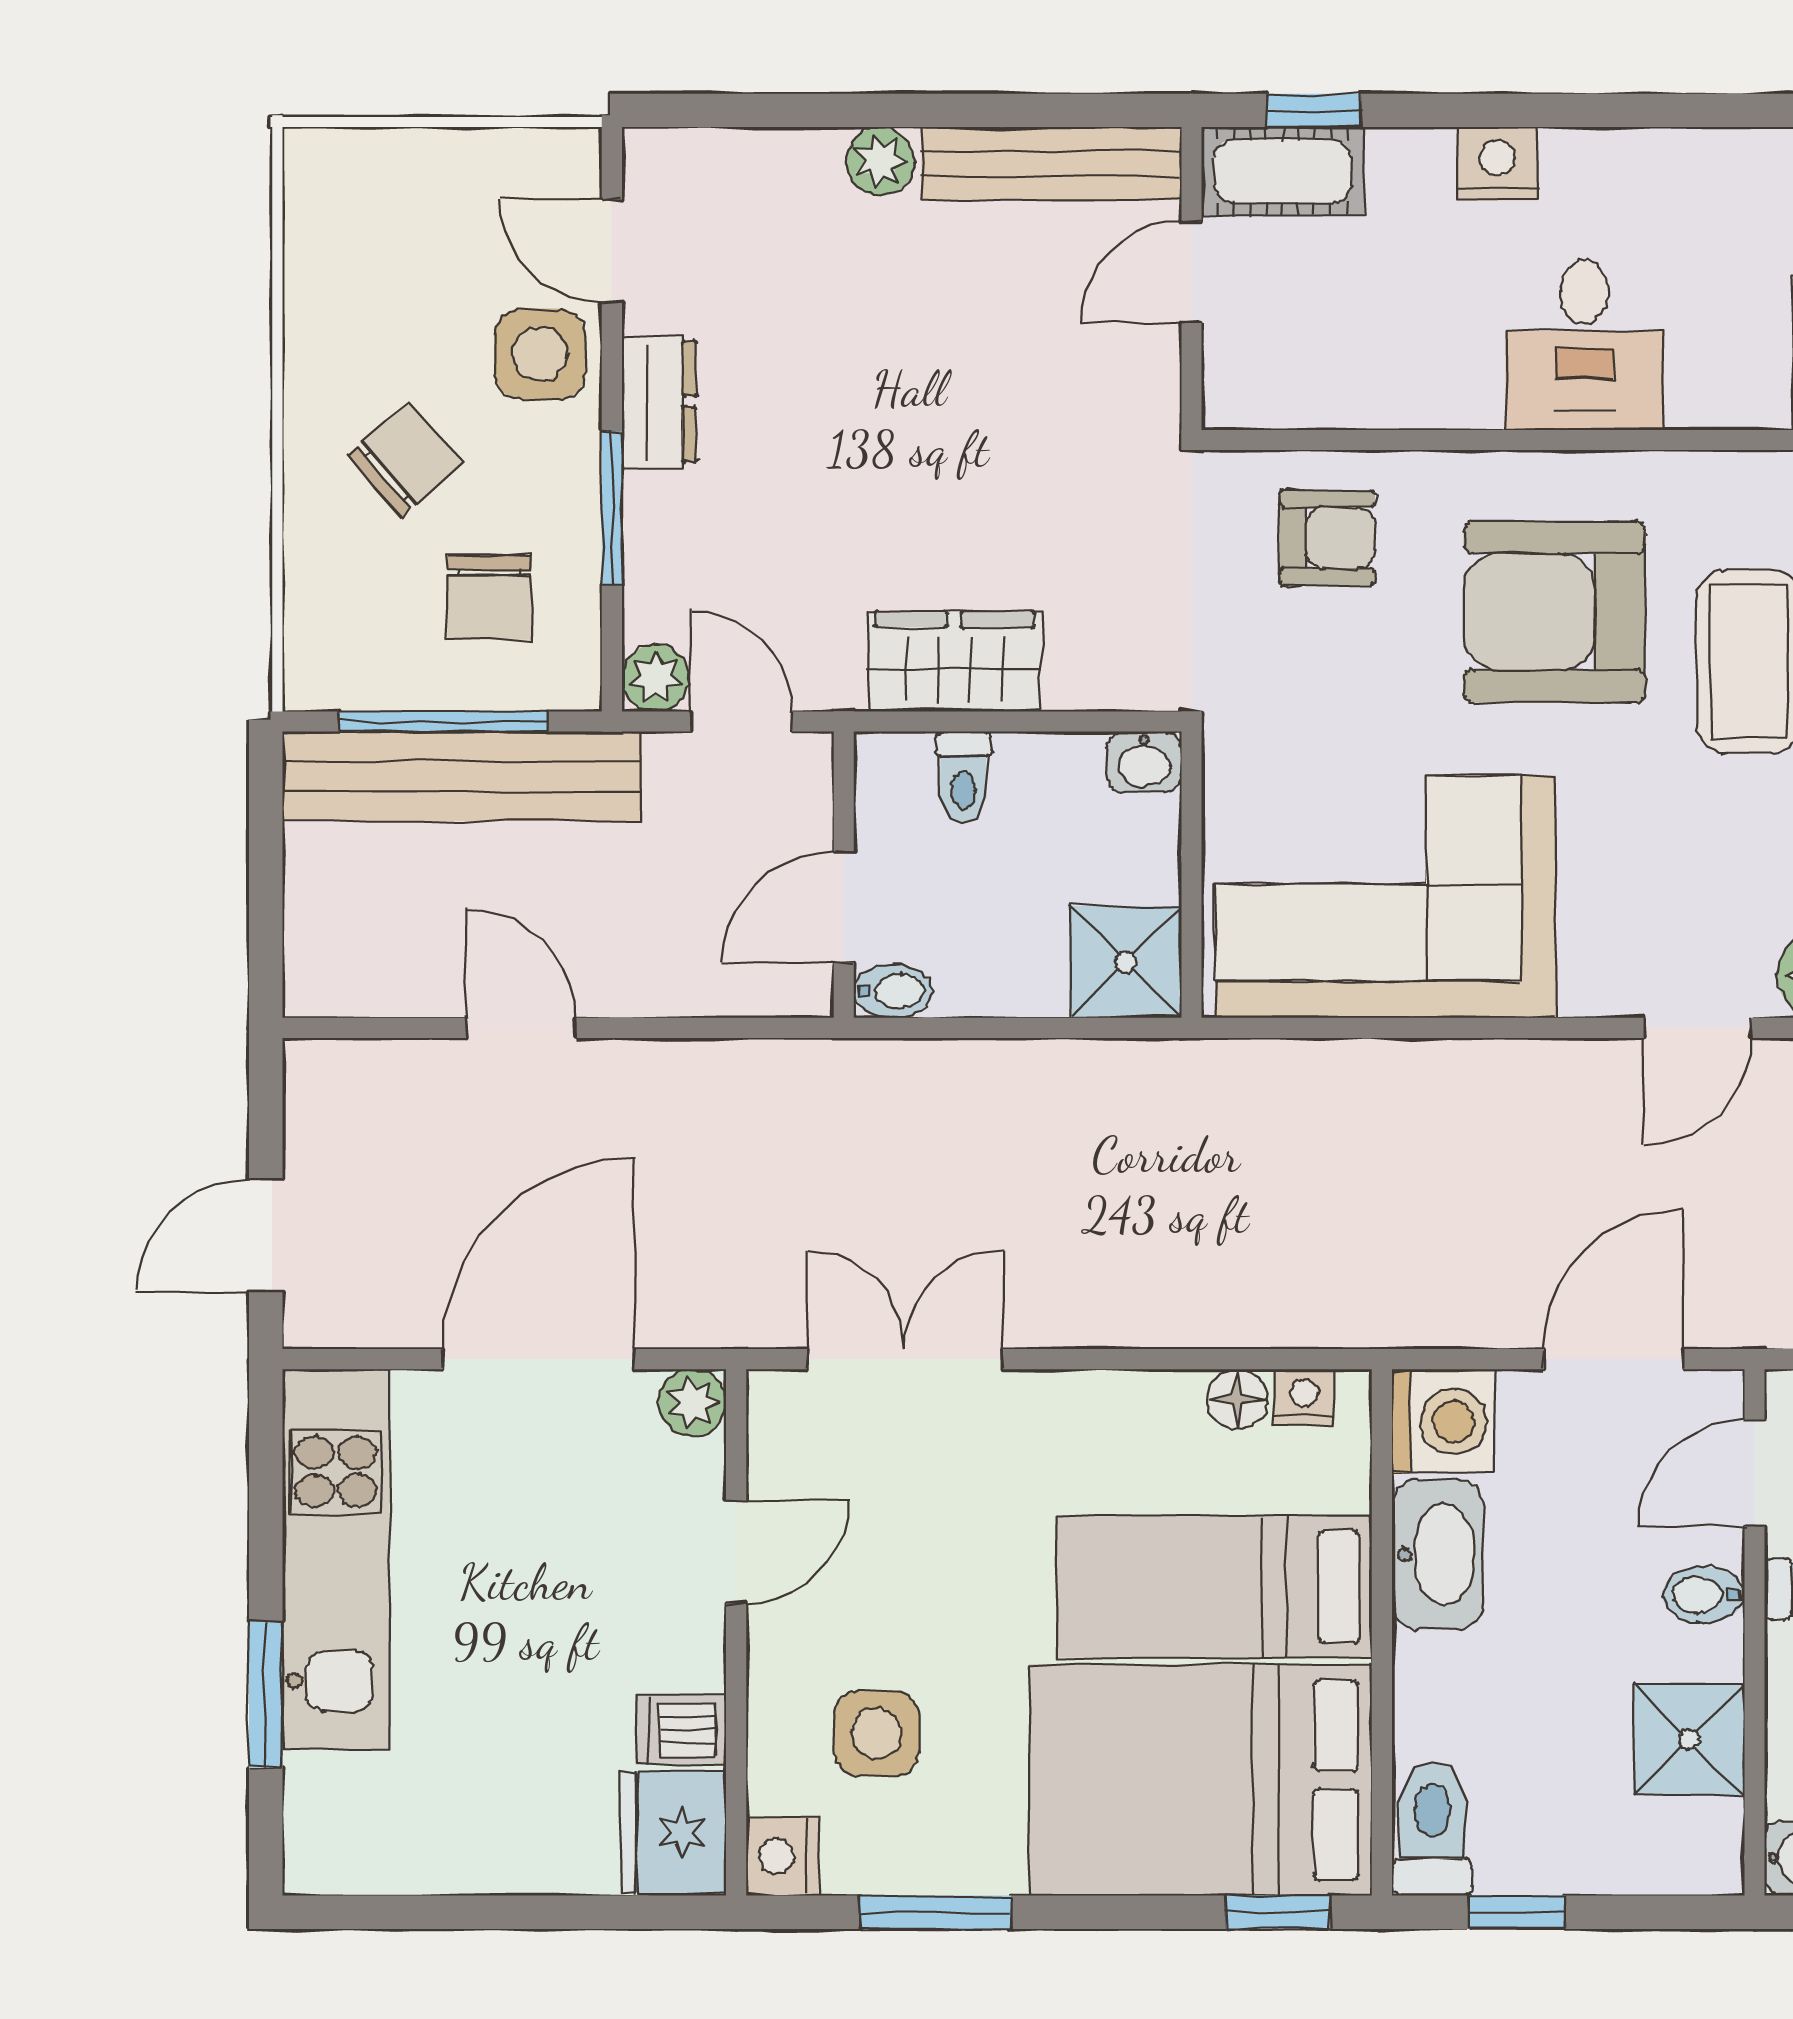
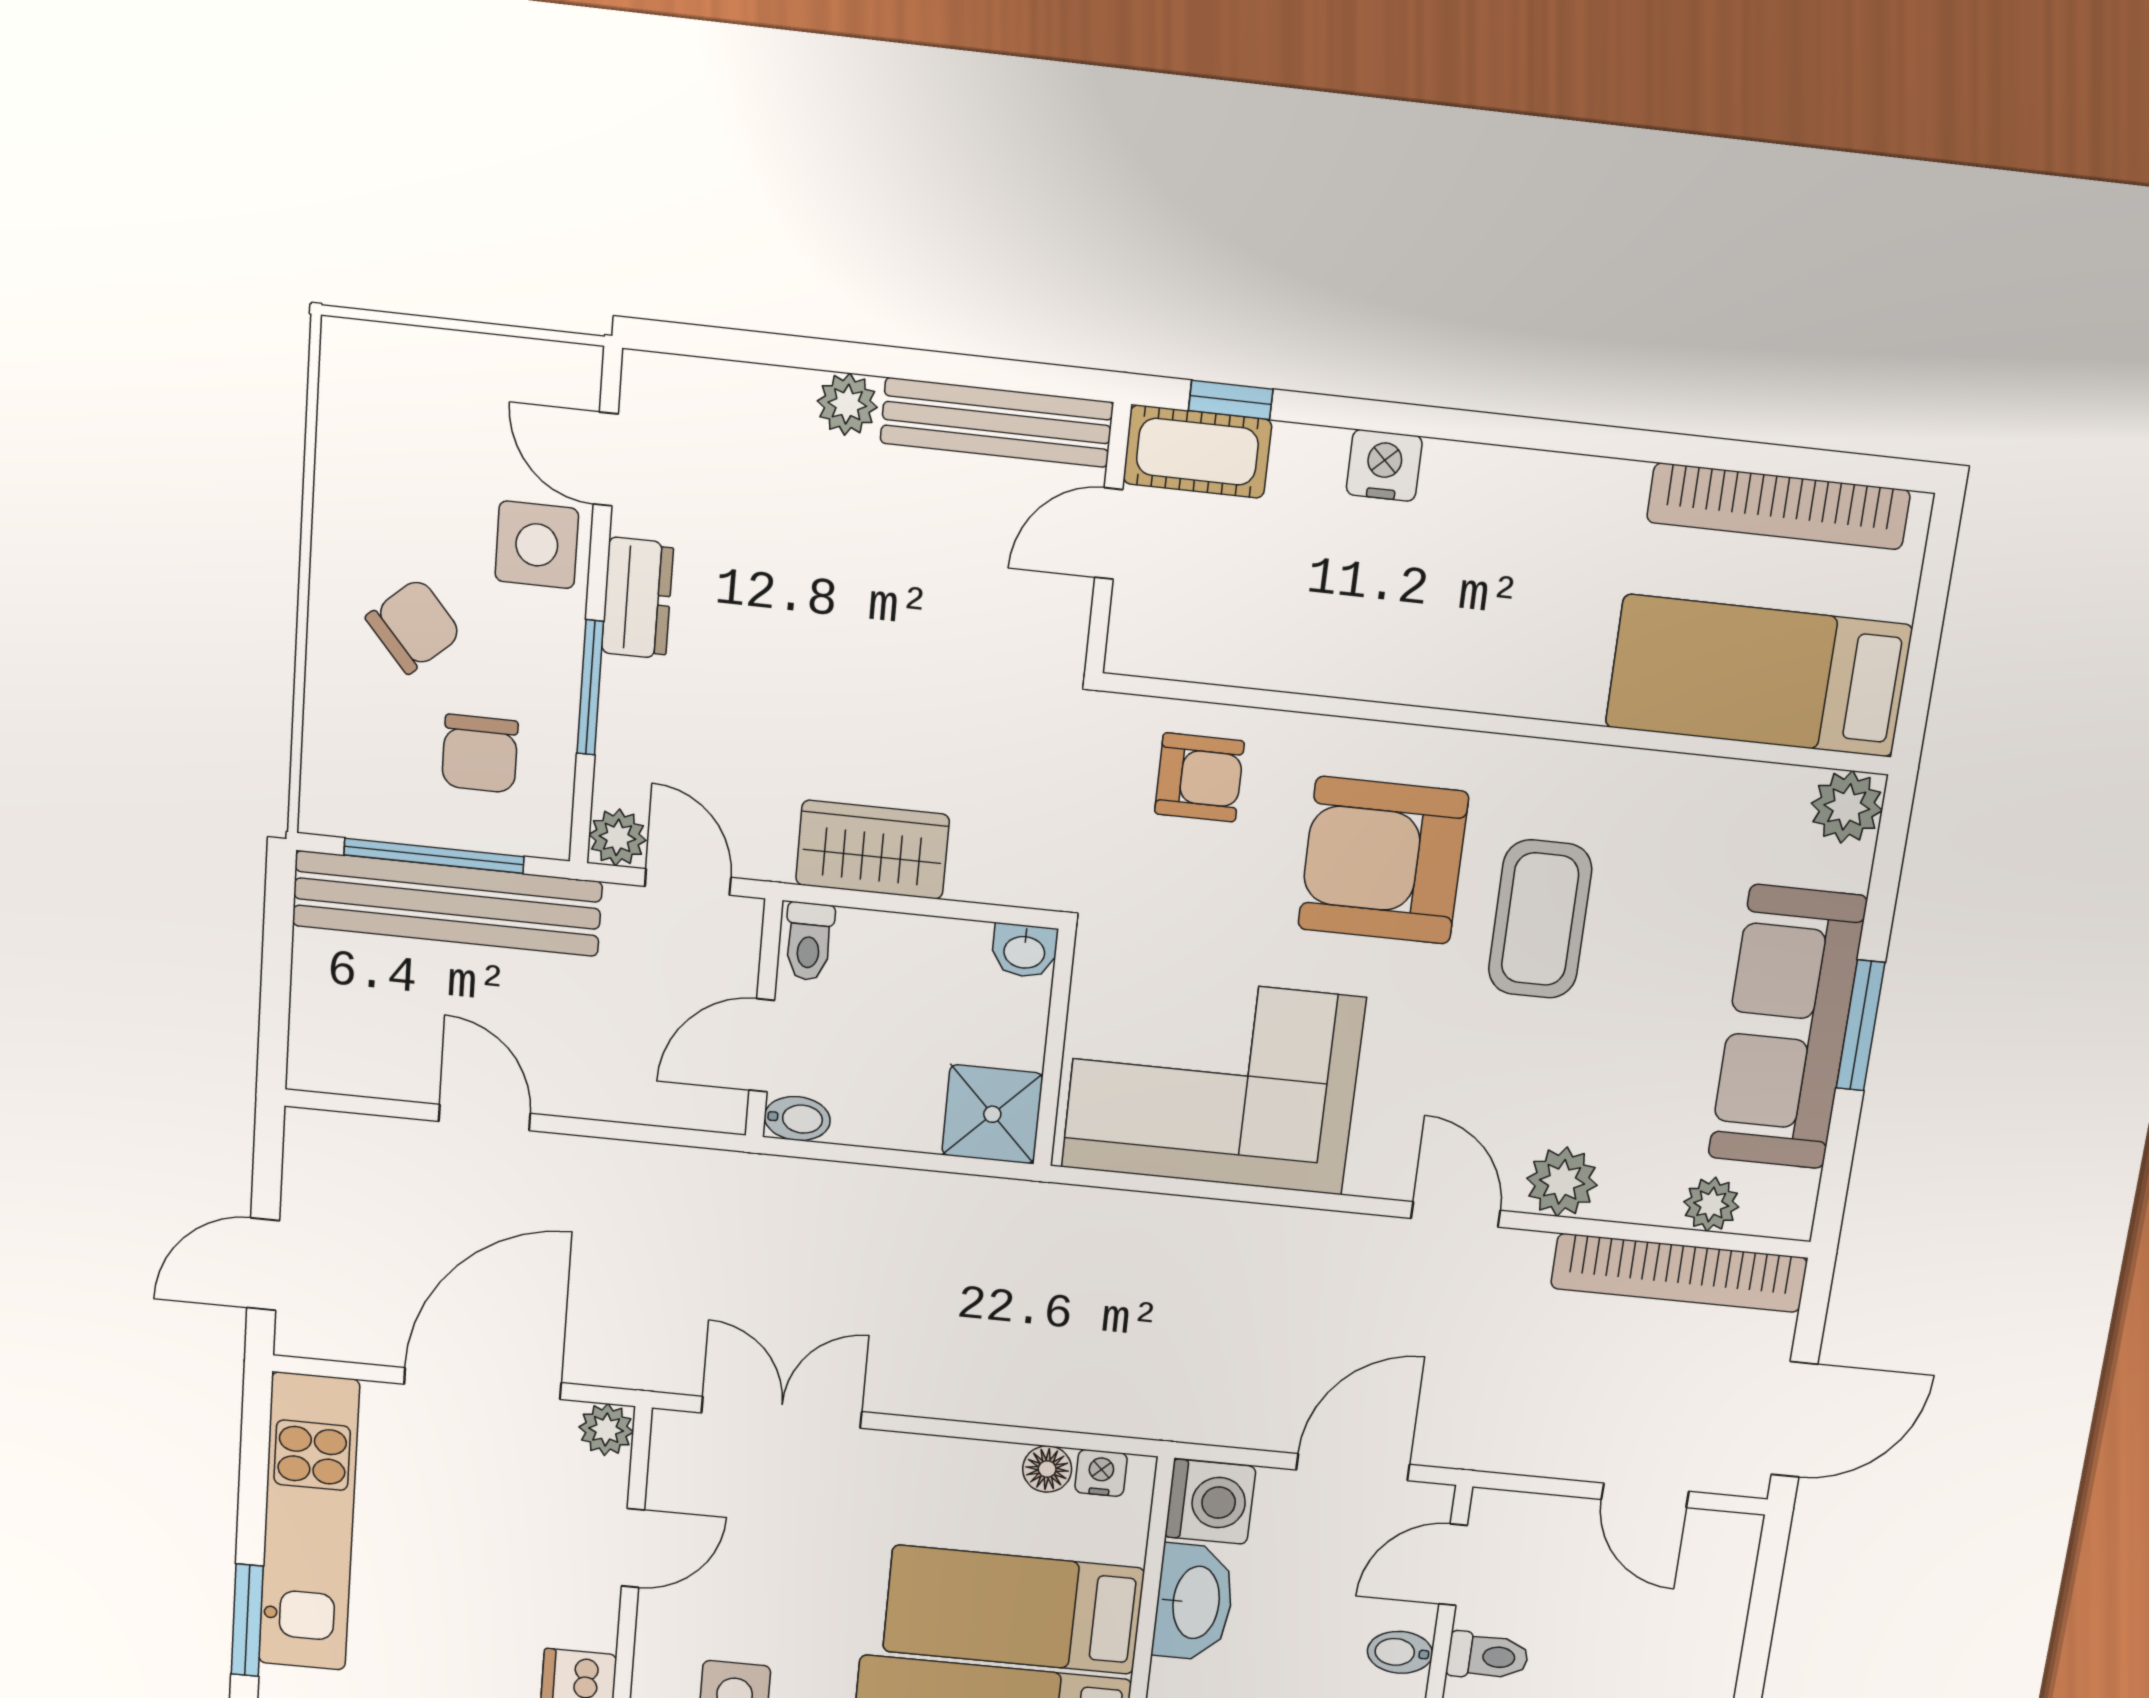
desk: (1584, 345) -> (1438, 634), removed
toilet: (963, 777) -> (809, 942), moved
door: (1697, 1028) -> (1456, 1214), swing flipped

